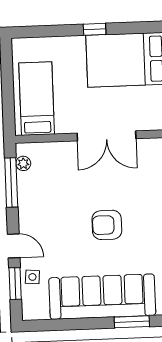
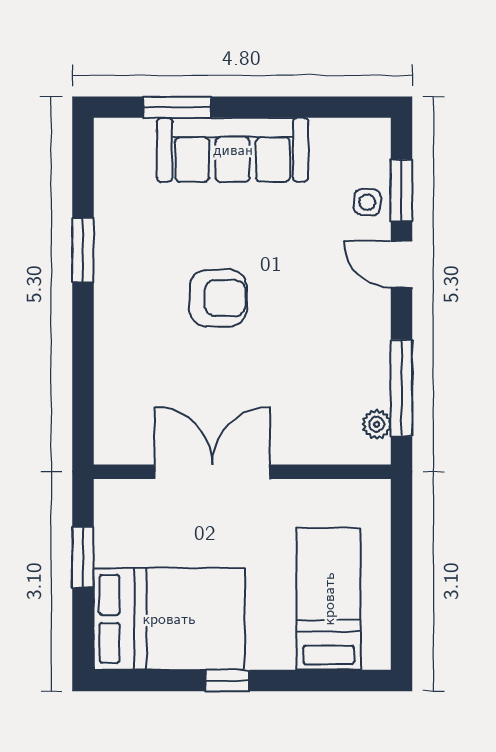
bed: (37, 99) -> (329, 599), moved, turned 180
sofa: (102, 297) -> (233, 150), width x0.74, depth x0.79

